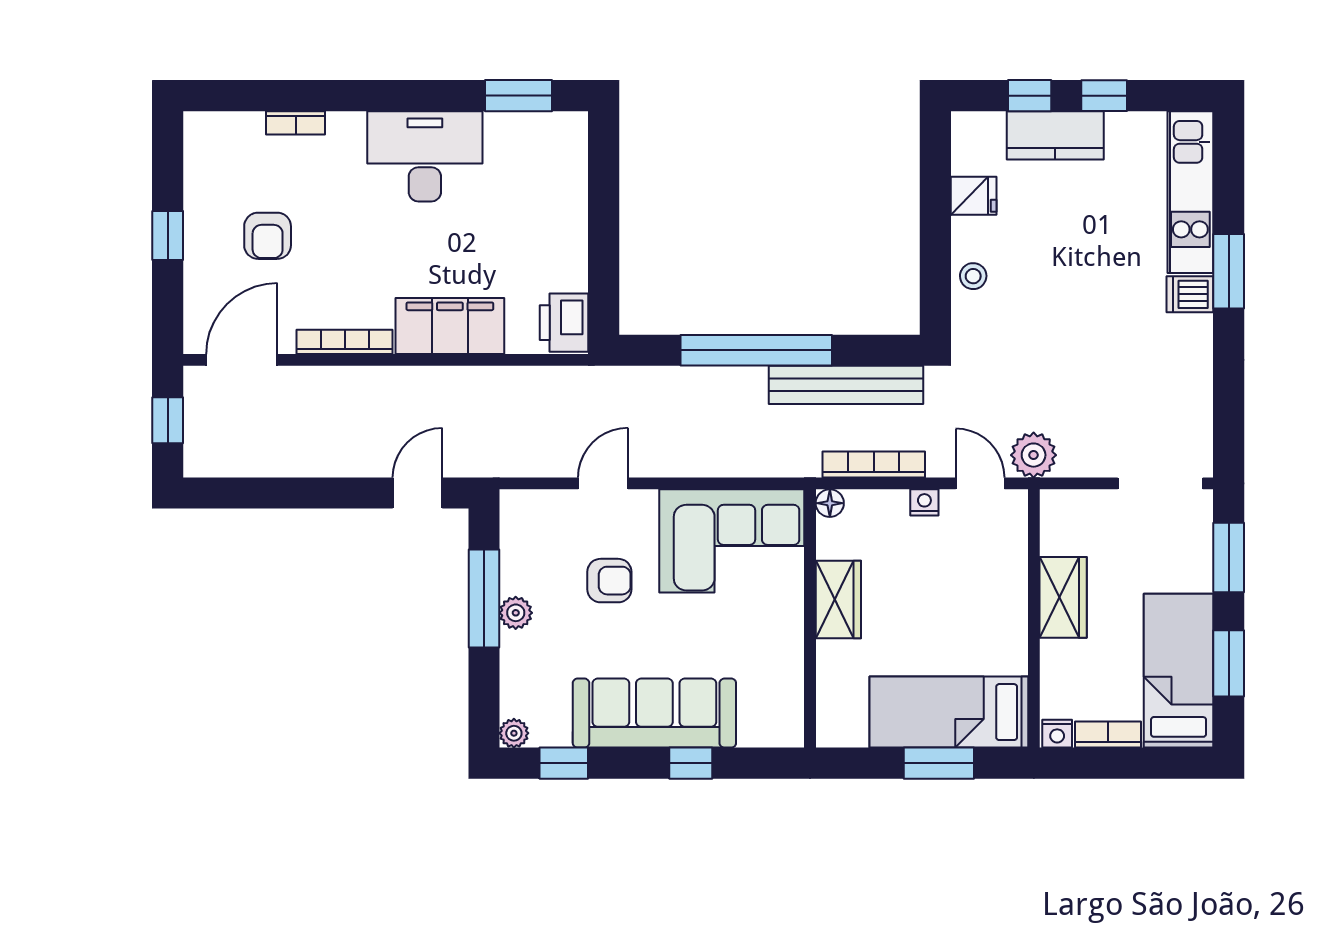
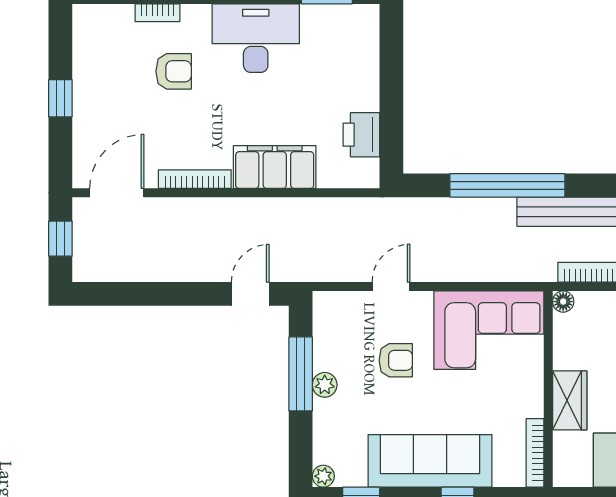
armchair: (268, 236) -> (174, 71), moved, turned -90
printer: (564, 323) -> (361, 135), moved
wardrobe: (838, 599) -> (570, 400), moved
bookcase: (793, 703) -> (535, 453), added

